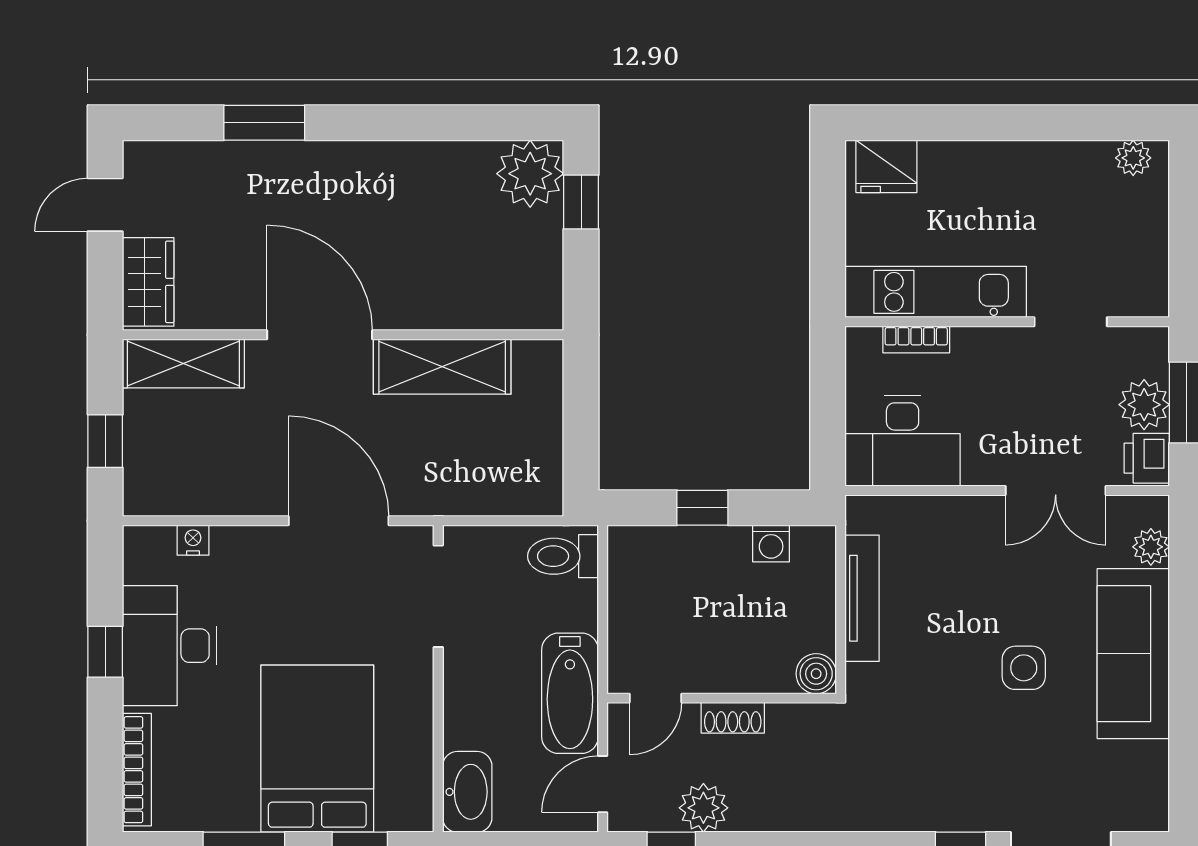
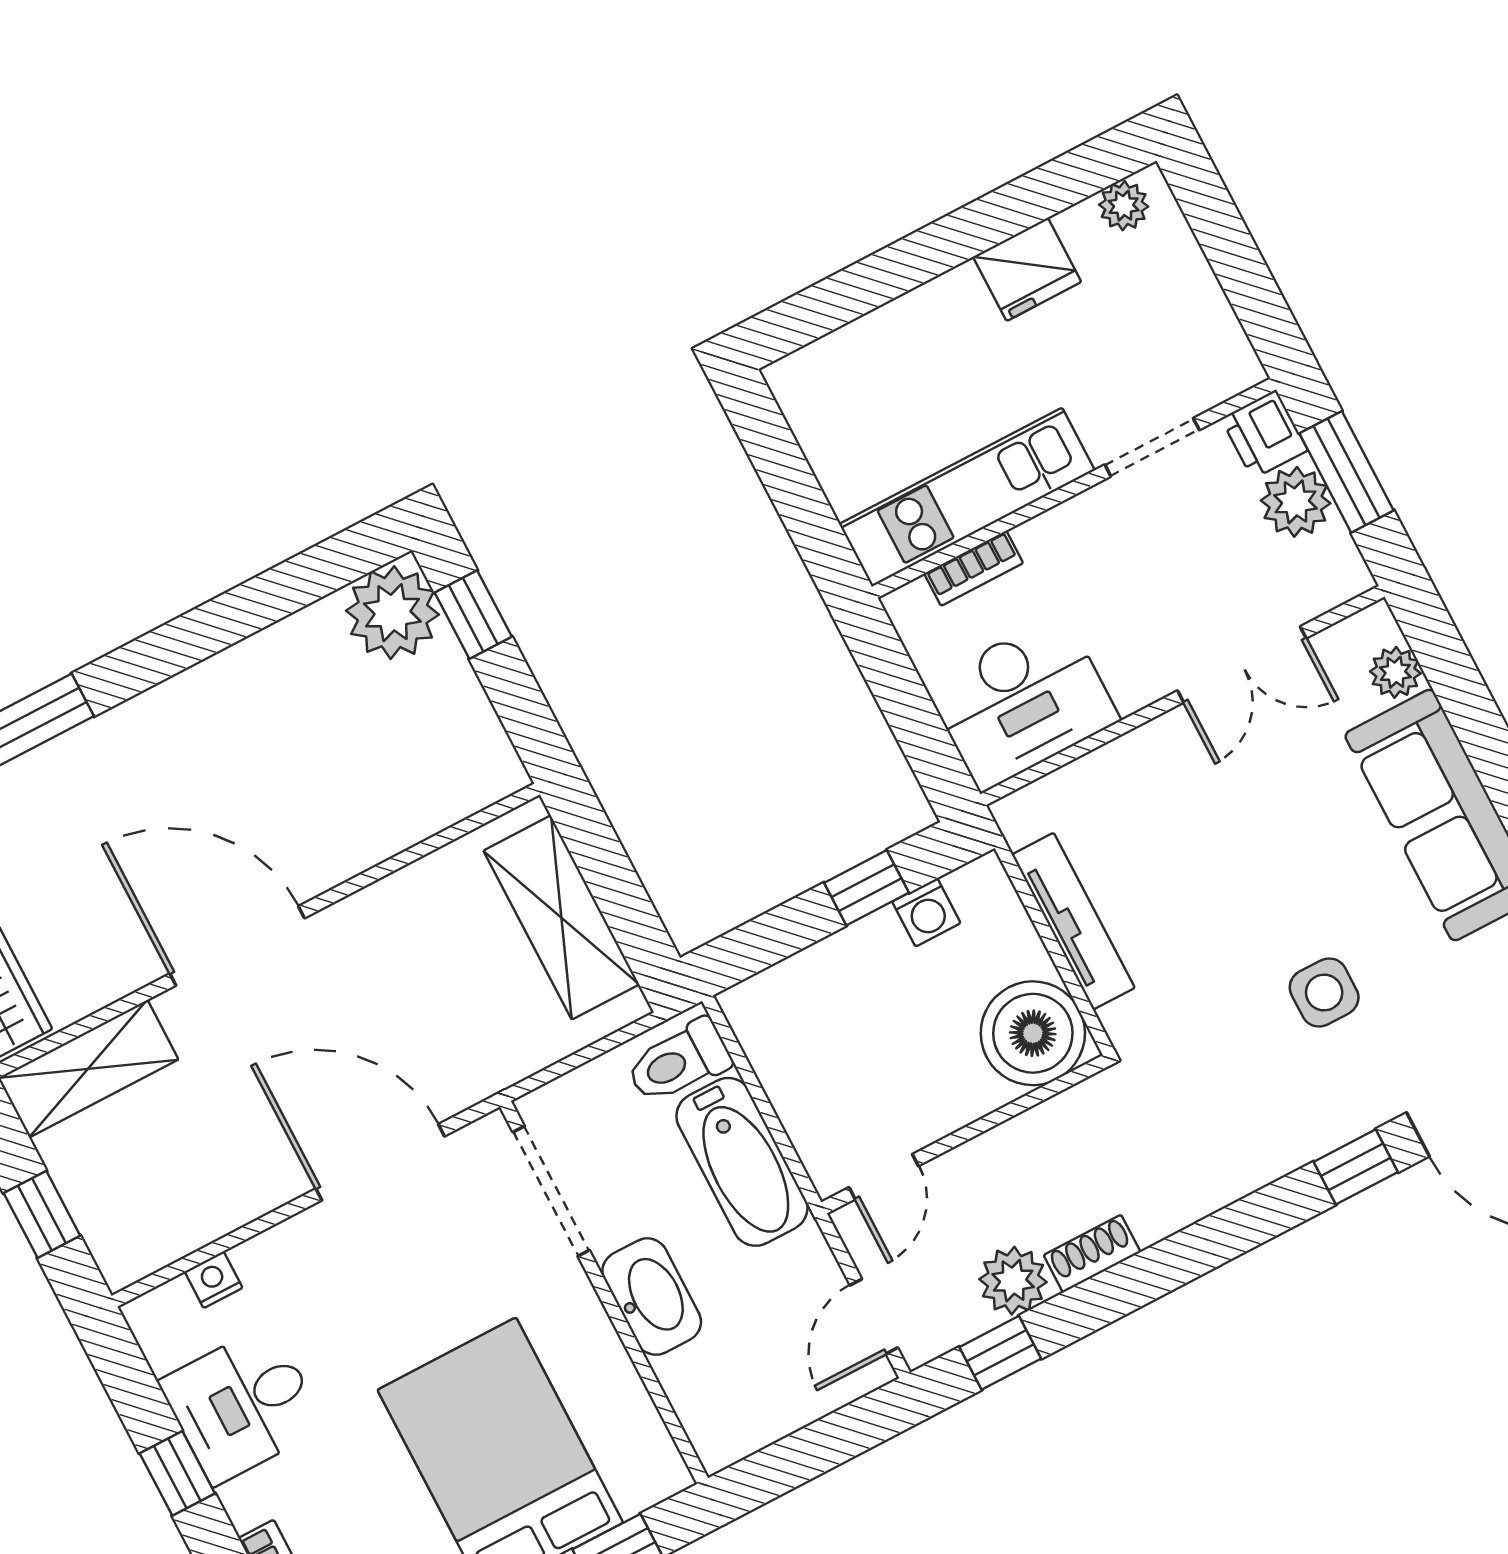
fridge: (886, 166) -> (1027, 269), moved
shelving: (442, 367) -> (561, 917), moved, turned 90
printer: (1147, 458) -> (1264, 434), moved
window: (702, 508) -> (866, 888), moved
desk: (170, 646) -> (242, 1404), width x0.73
side table: (1024, 668) -> (1324, 993), moved
boiler: (816, 674) -> (1033, 1033), width x1.86, depth x1.86
bathtub: (570, 693) -> (742, 1162), moved
shoe rack: (733, 718) -> (1092, 1254), moved, turned 180
washbasin: (467, 792) -> (652, 1297), moved

